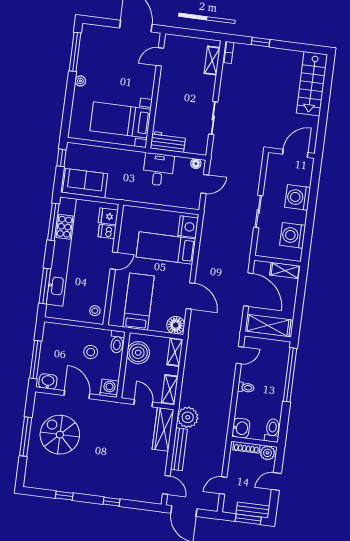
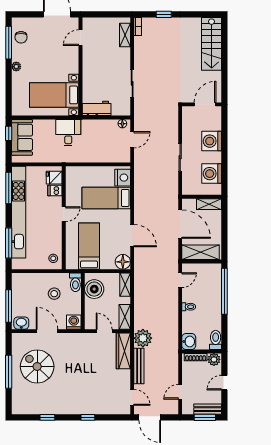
chair: (90, 48) -> (21, 37), added
desk: (158, 169) -> (68, 133), moved
sofa: (85, 183) -> (22, 137), moved, turned 90

